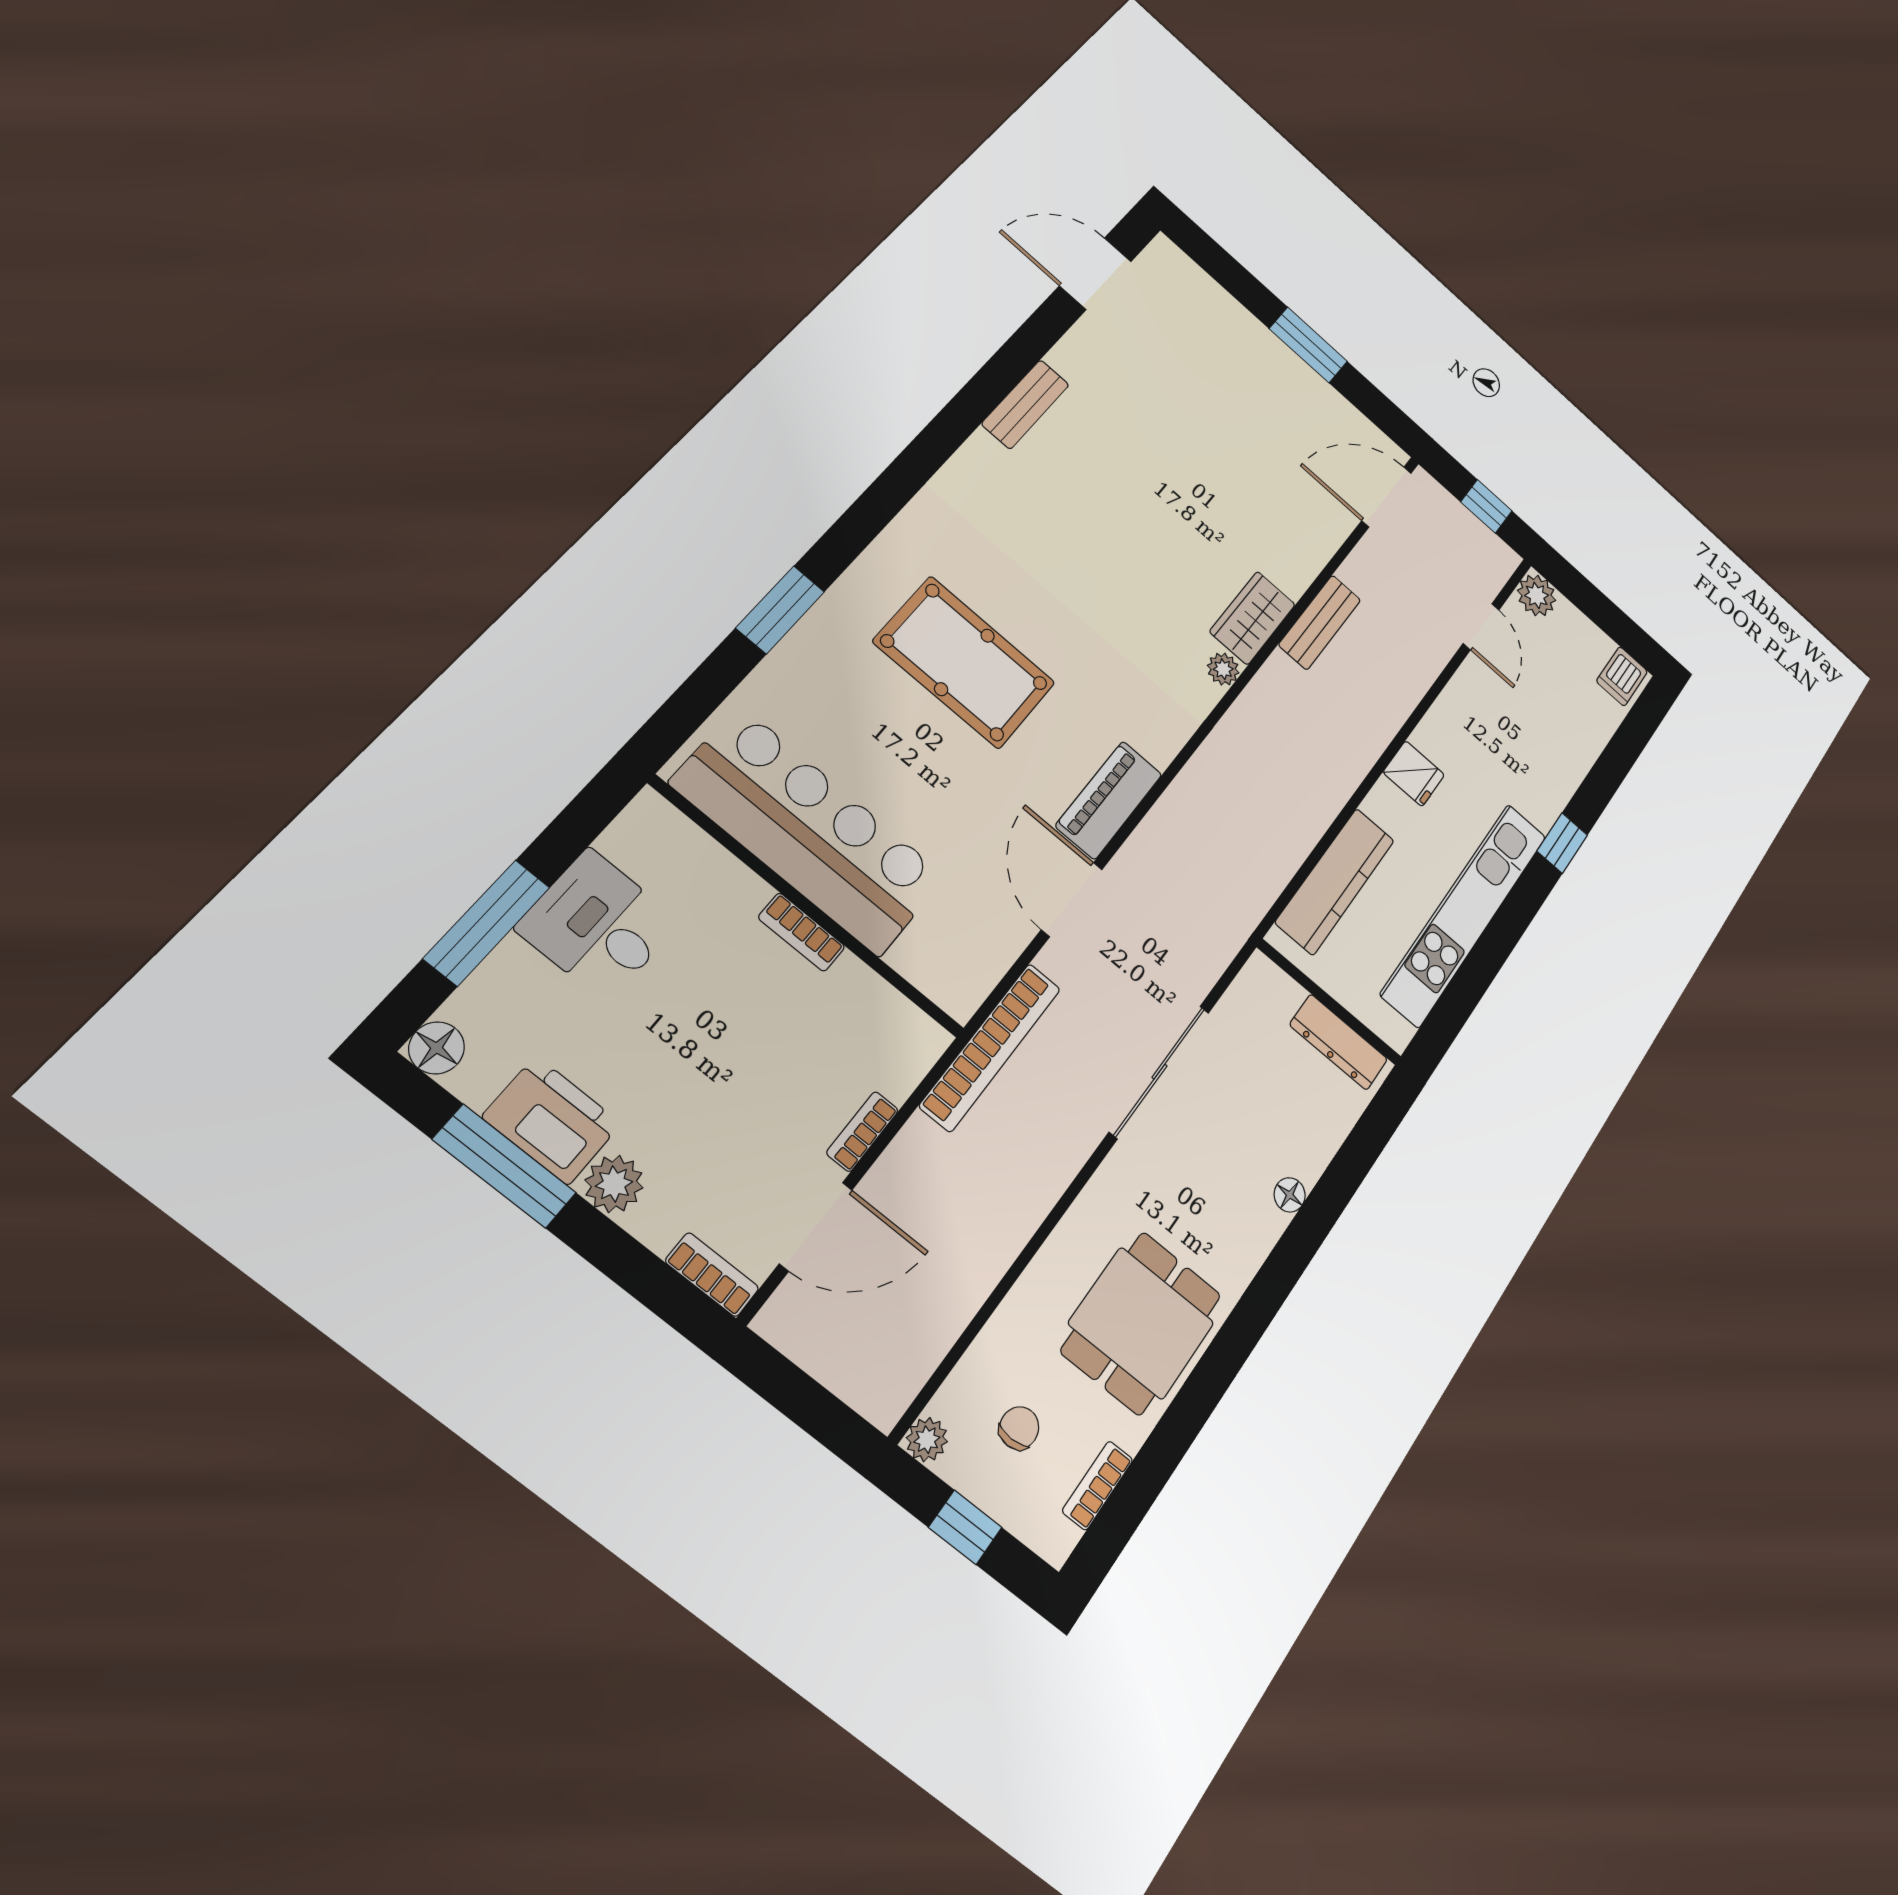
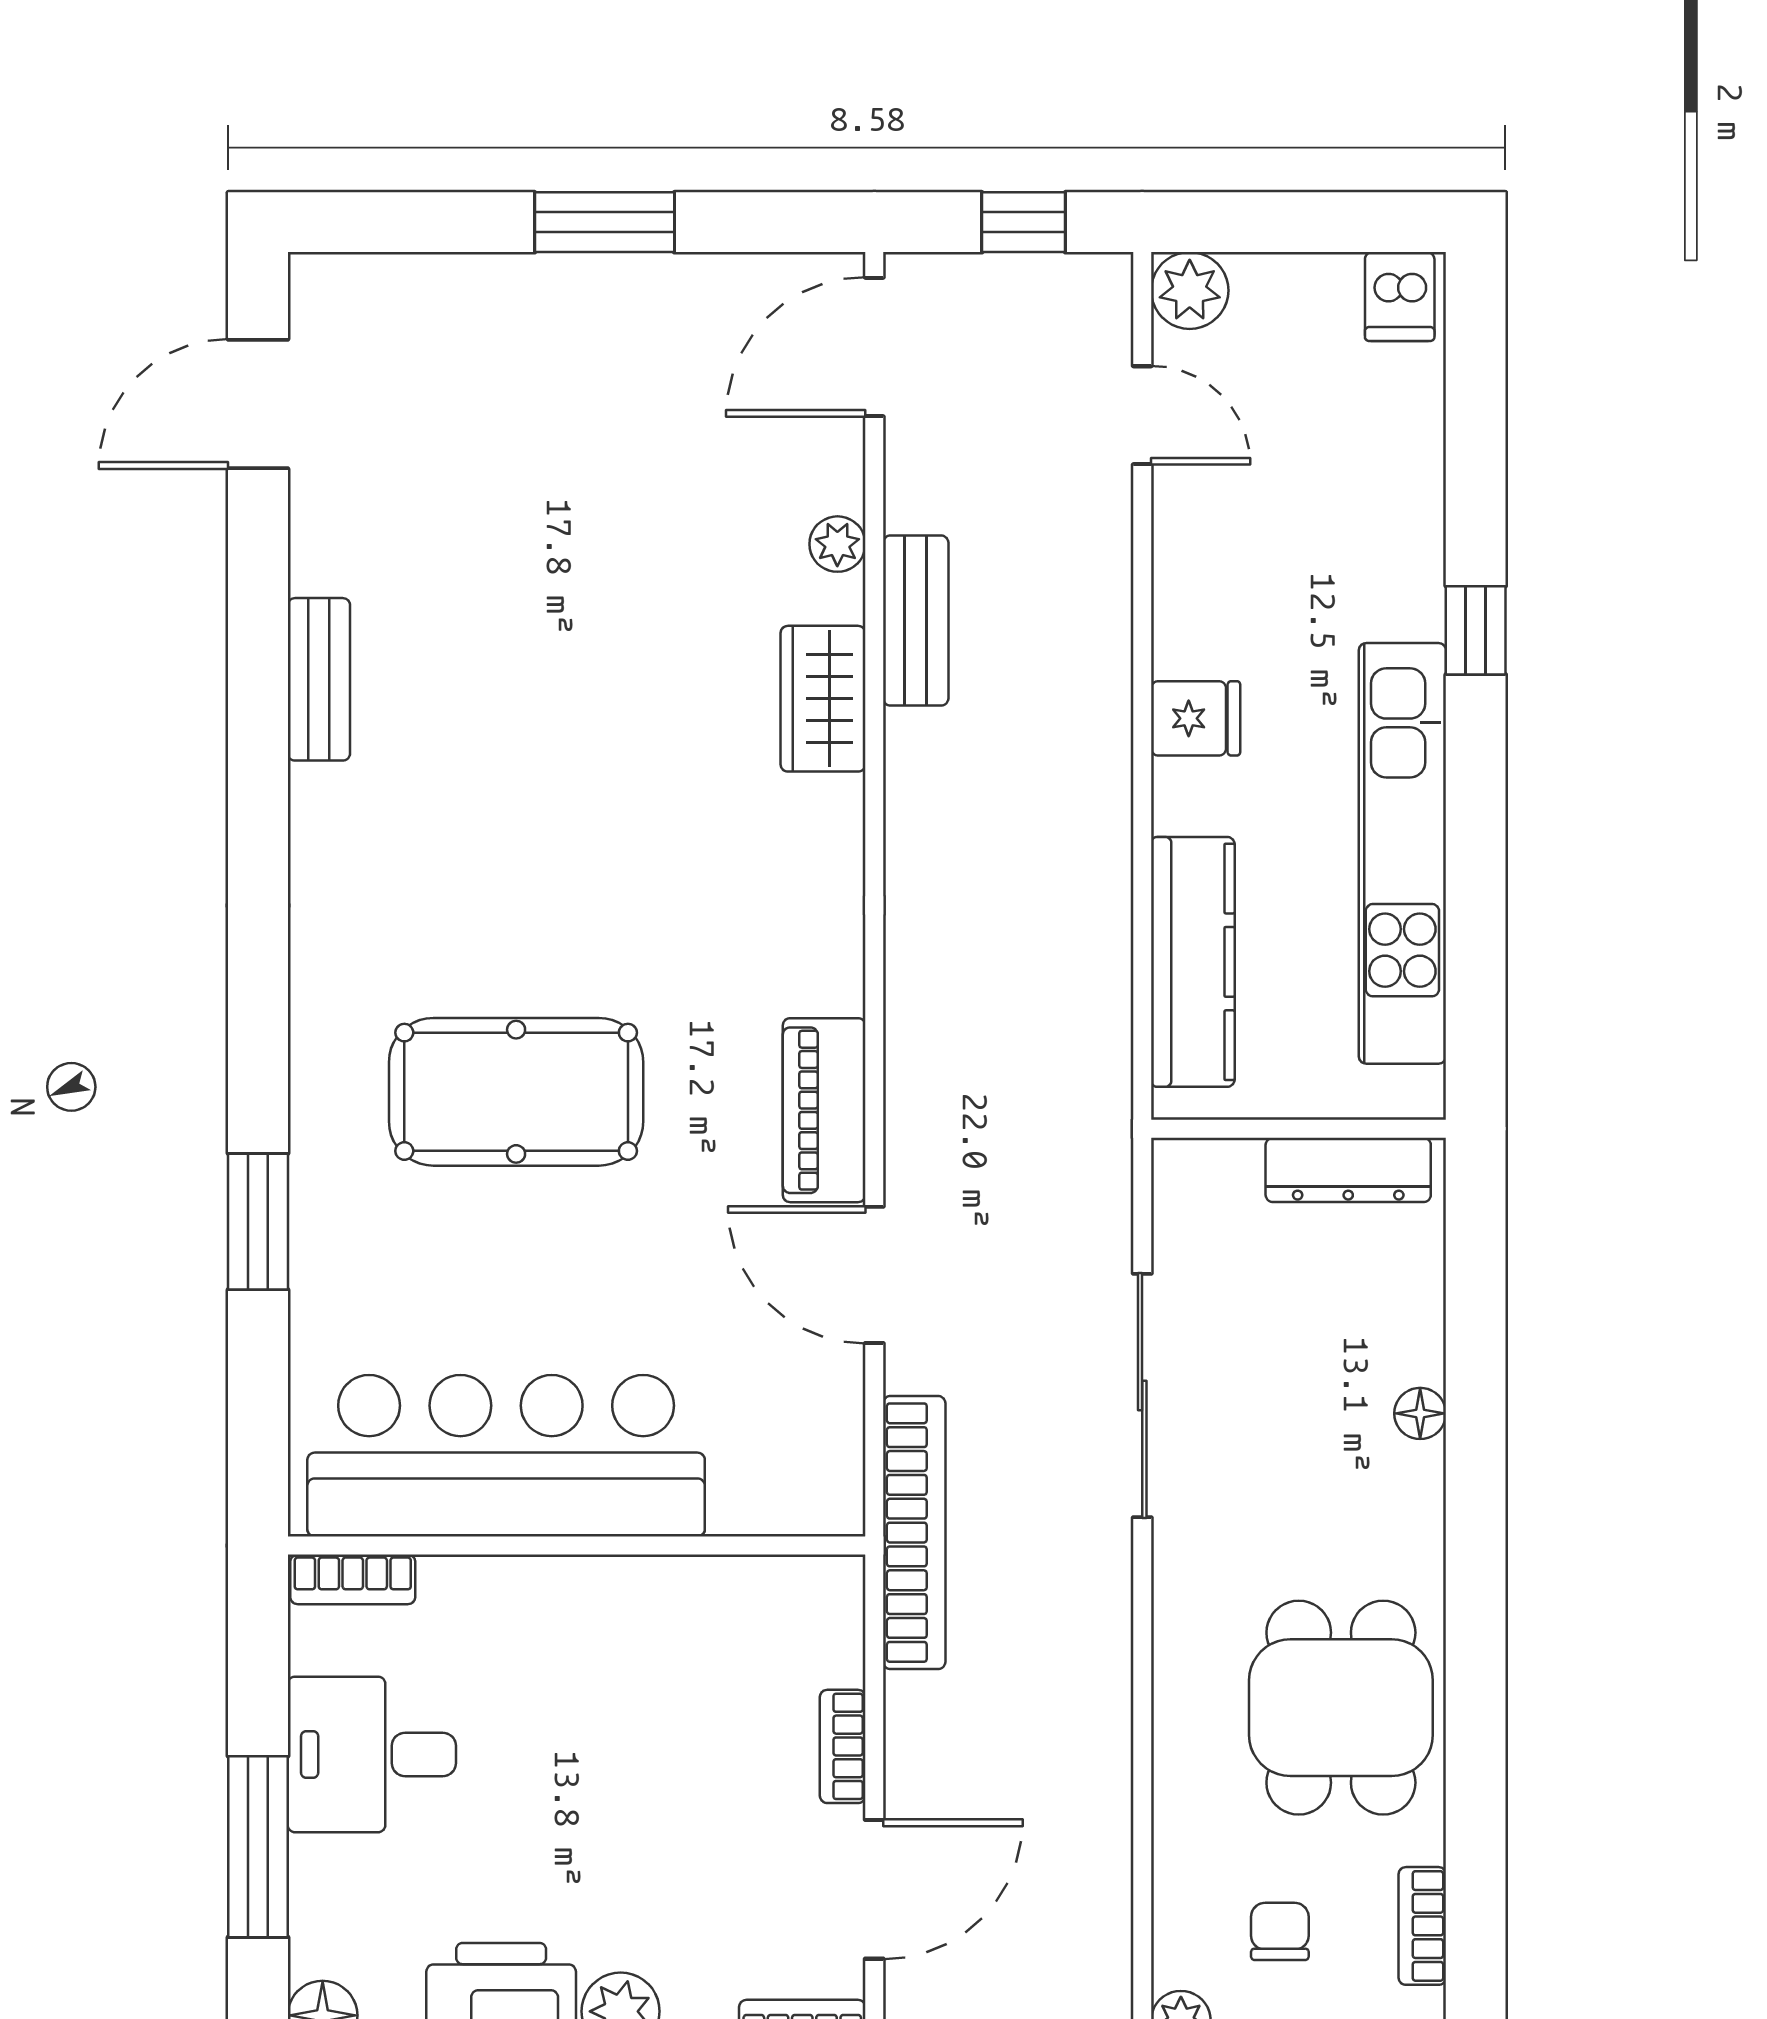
plant: (1223, 669) -> (837, 544), moved
bookcase: (802, 932) -> (353, 1579), moved

